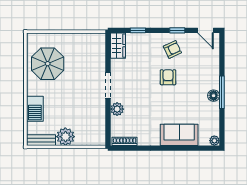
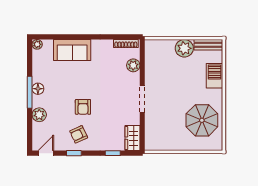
door: (206, 30) -> (46, 153), hinge flipped
plant: (212, 69) -> (39, 115), added
plant: (117, 109) -> (133, 65), moved

